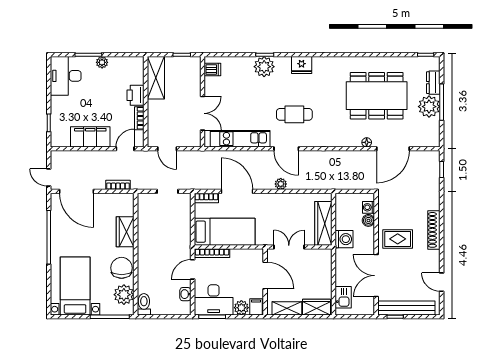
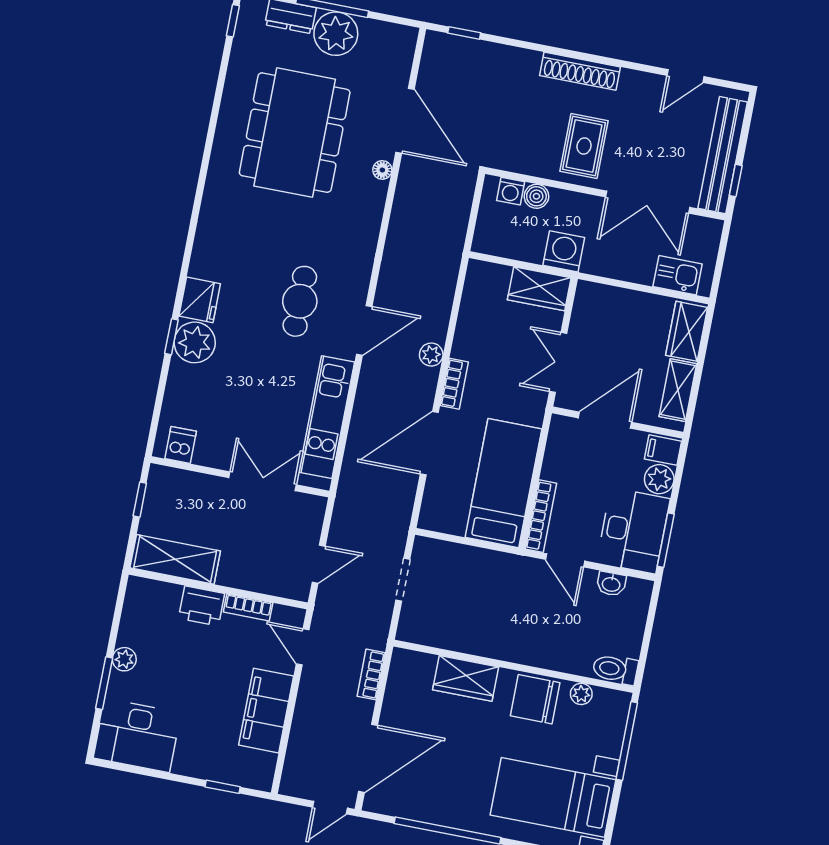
fridge: (302, 65) -> (200, 300), moved
bookcase: (206, 198) -> (454, 384), moved
wardrobe: (323, 223) -> (539, 289), width x0.67
plant: (124, 295) -> (581, 694), width x0.53, depth x0.53

